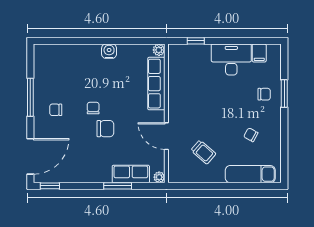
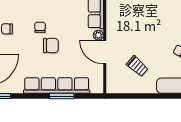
row of seats: (131, 174) -> (57, 86), width x2.02
plant: (159, 177) -> (98, 35), moved

